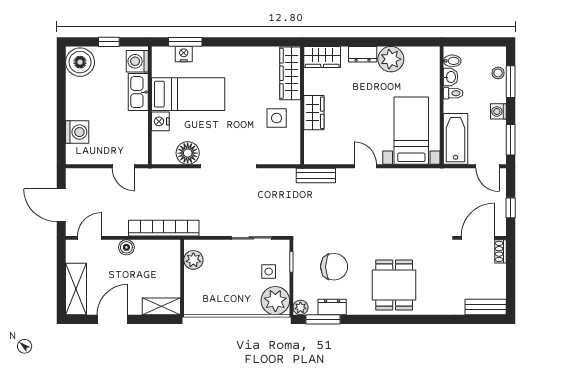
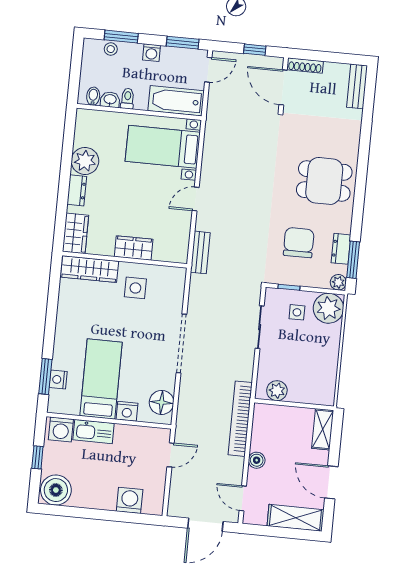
floor lamp: (188, 153) -> (162, 402), moved
shoe rack: (500, 251) -> (305, 65), width x1.43

